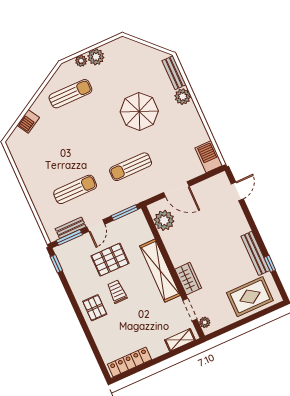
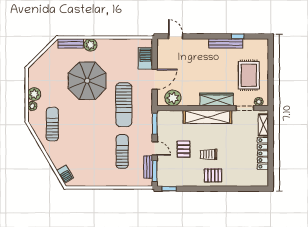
parasol: (139, 111) -> (87, 81), width x1.36, depth x1.36
barbecue: (28, 121) -> (65, 174), moved
barbecue: (209, 157) -> (145, 58), moved, turned 90
sun lounger: (131, 167) -> (124, 105), width x1.36, depth x1.34
pallet: (110, 260) -> (184, 149), width x0.67, depth x0.71
wardrobe: (188, 279) -> (217, 99), width x1.50
rug: (250, 297) -> (249, 75), moved
locker: (130, 362) -> (263, 153), moved

